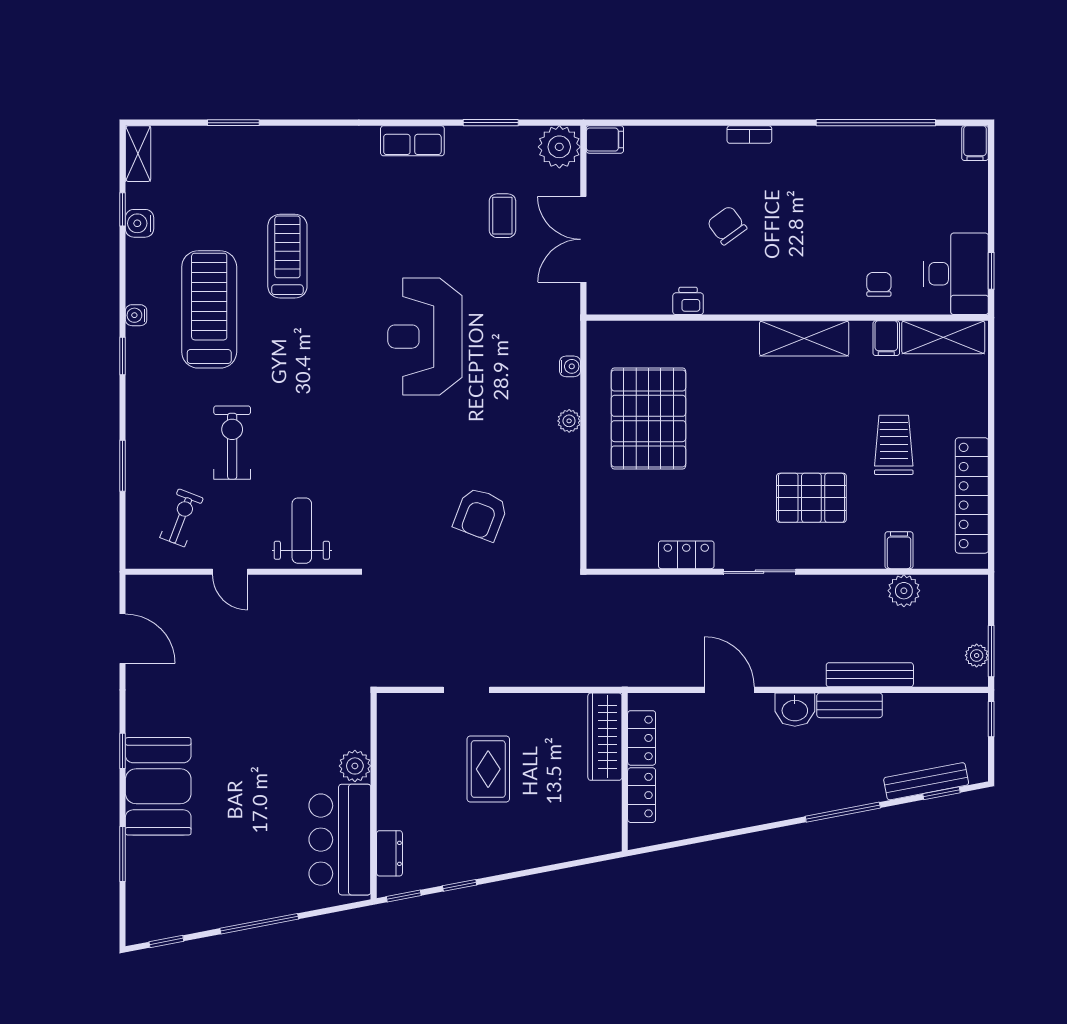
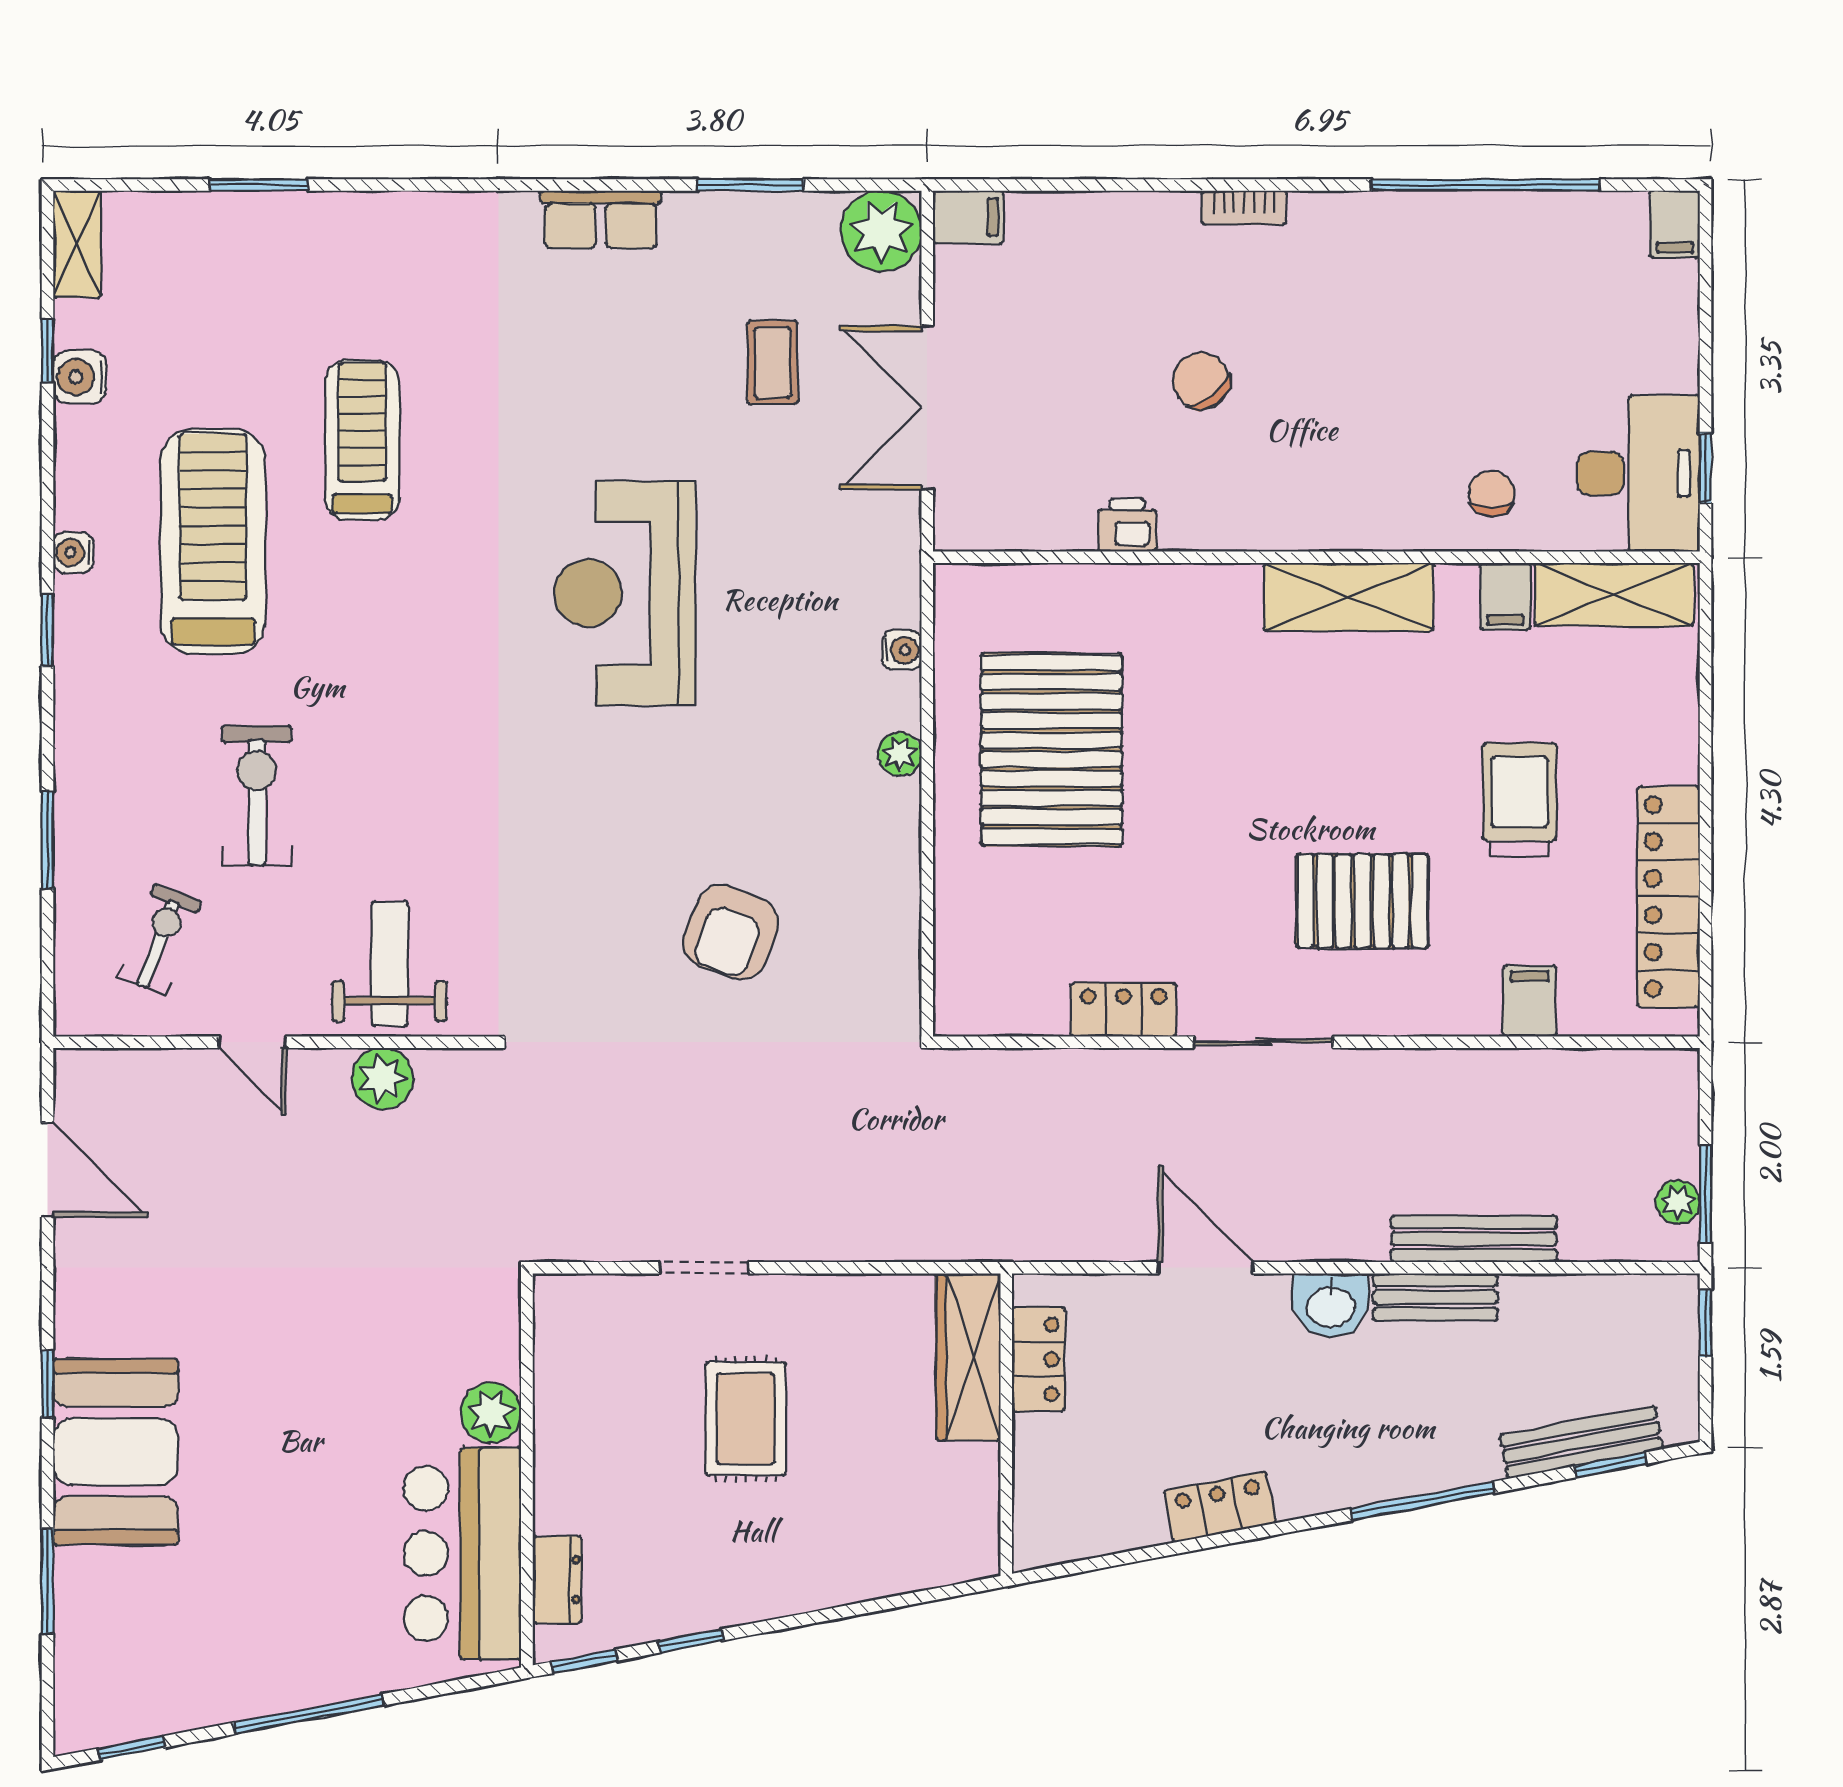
plant: (904, 591) -> (382, 1078), moved
locker: (642, 795) -> (1220, 1507), moved, turned -101

